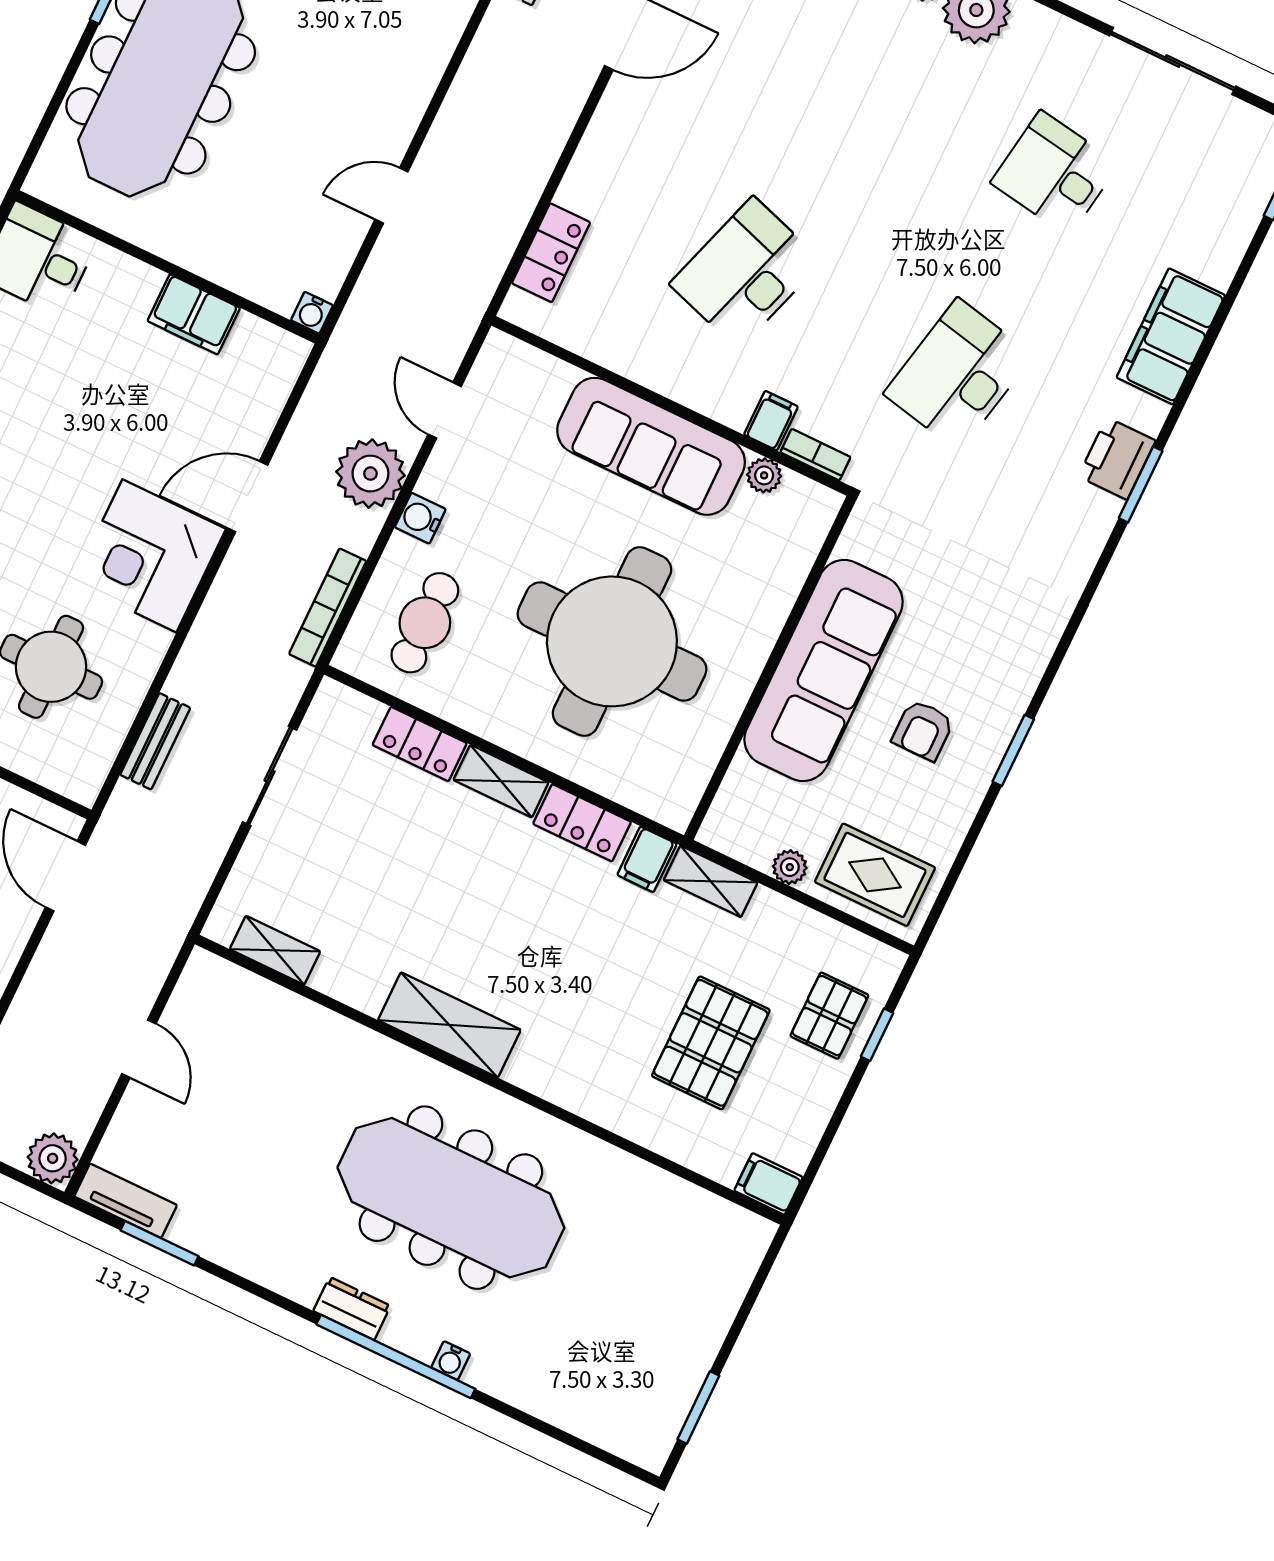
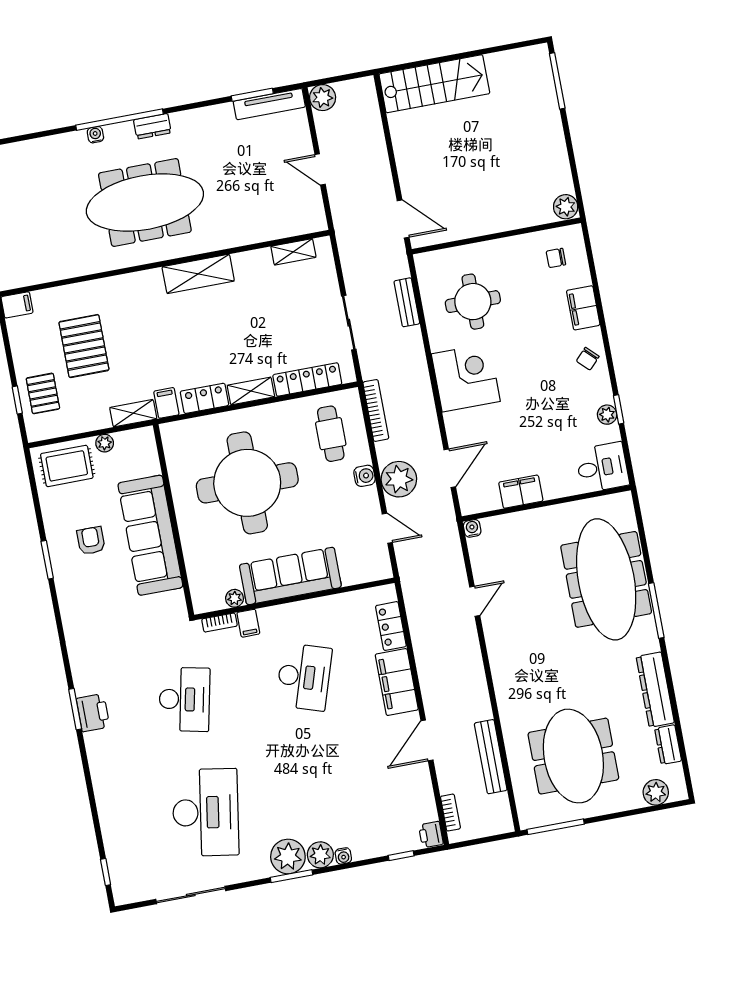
desk: (1055, 173) -> (206, 812), width x1.87, depth x1.30
filing cabinet: (1171, 336) -> (397, 682), moved, turned 180
door: (247, 496) -> (450, 468), moved
locker: (420, 744) -> (307, 380), width x1.53
tv unit: (126, 1201) -> (269, 104), width x1.41

